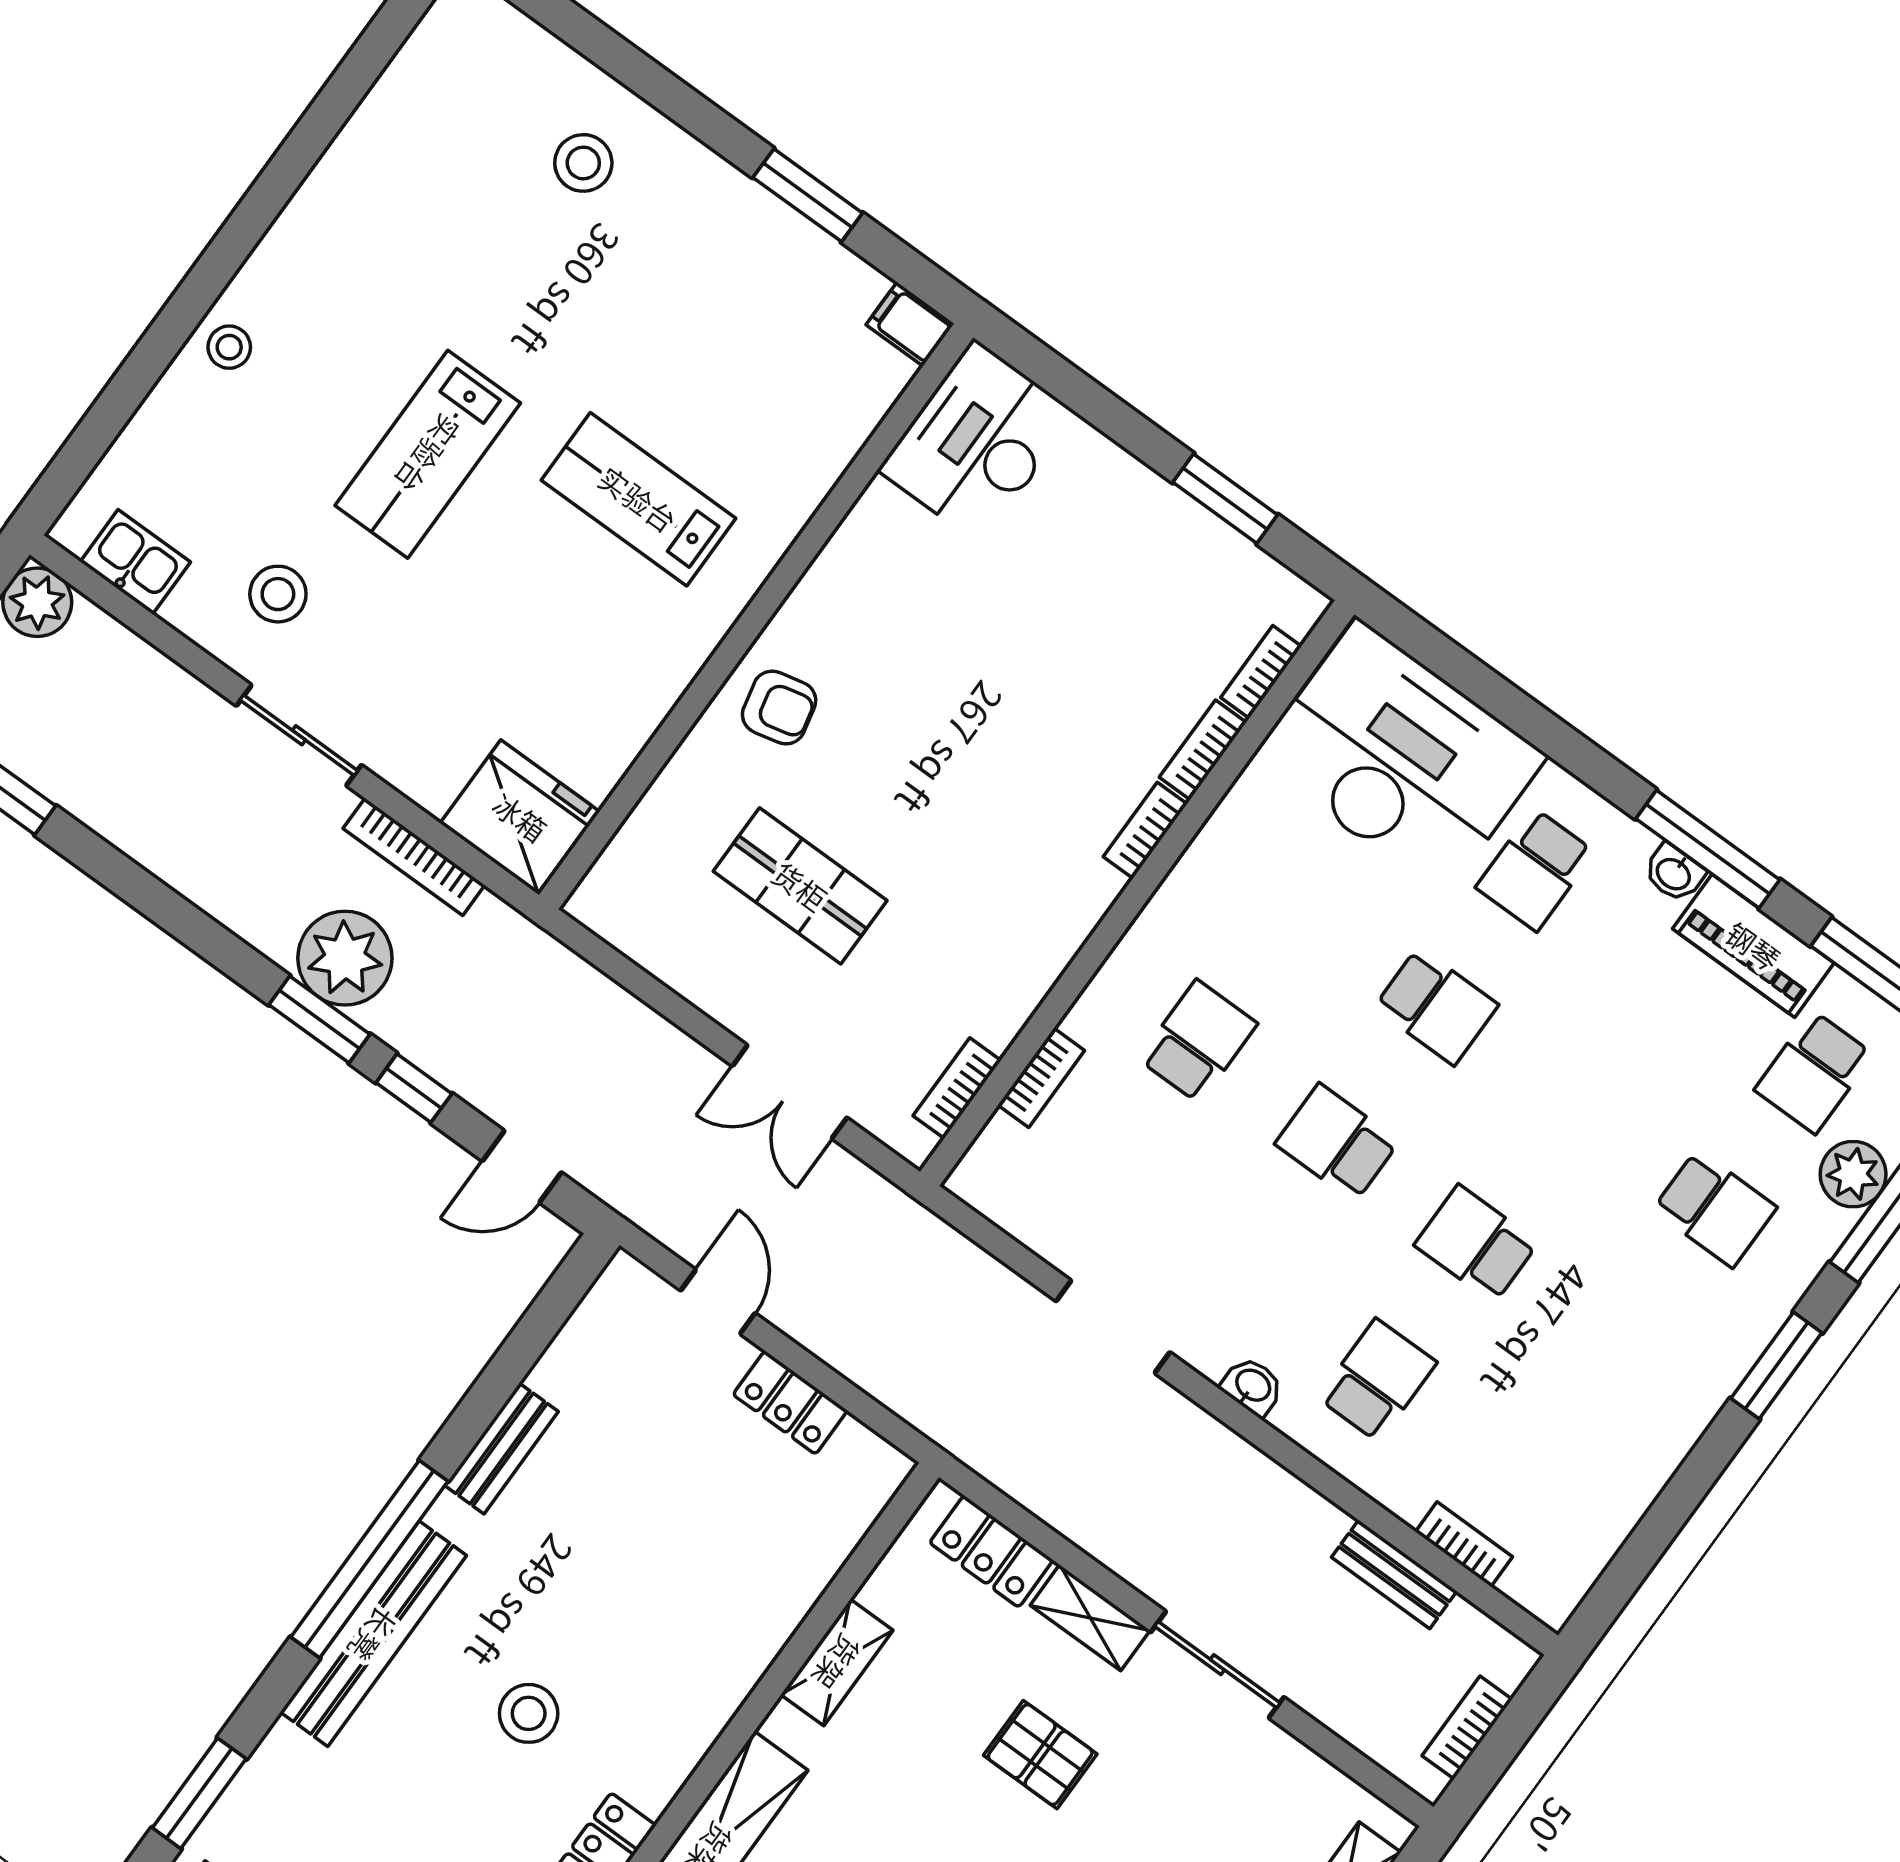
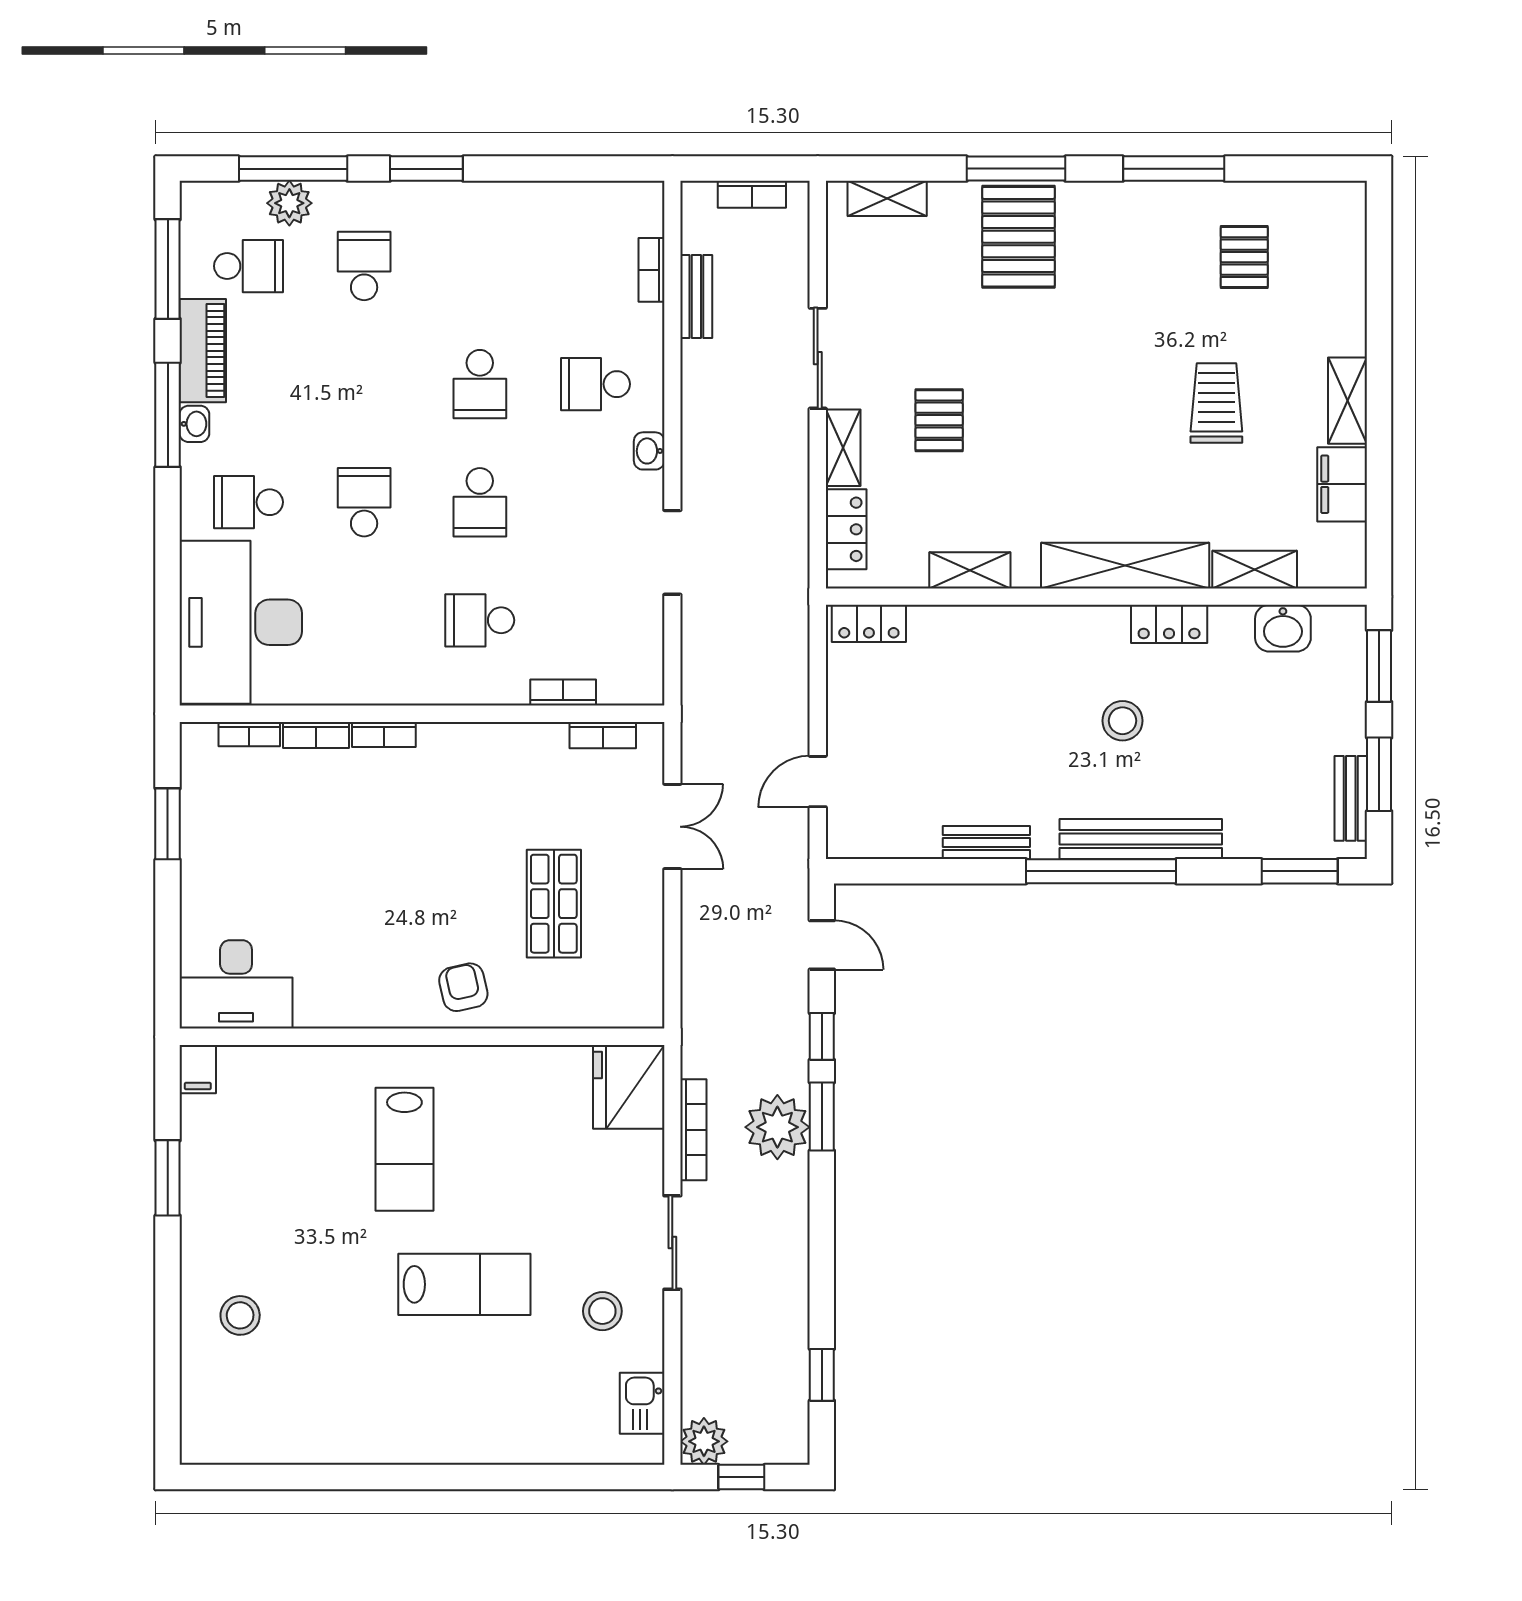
stool: (229, 347) -> (485, 1438), removed
school desk: (1535, 870) -> (248, 502), turned 180
locker: (790, 1403) -> (869, 623), moved, turned 90

